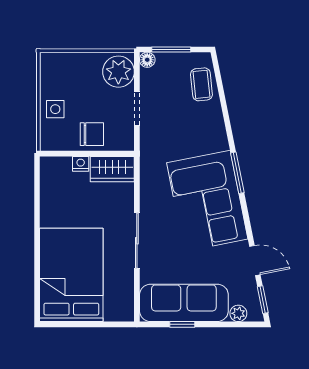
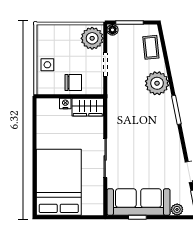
plant: (210, 135) -> (157, 83), added
corner sofa: (207, 201) -> (155, 130), removed

